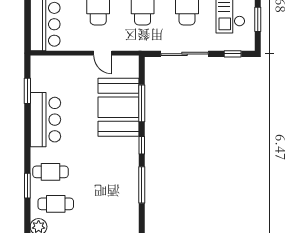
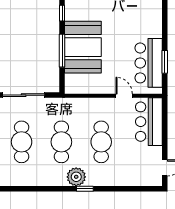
door: (103, 53) -> (124, 96), moved
bar counter: (45, 120) -> (149, 63), moved

